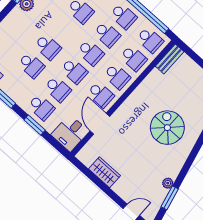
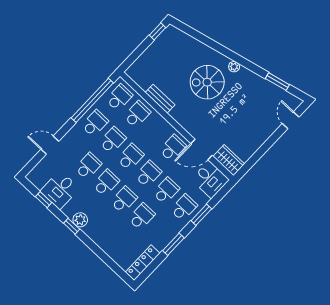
bench: (170, 59) -> (160, 99), moved
school desk: (117, 76) -> (106, 183), moved
wardrobe: (105, 172) -> (229, 160), moved, turned 90
plant: (168, 183) -> (234, 67), moved

